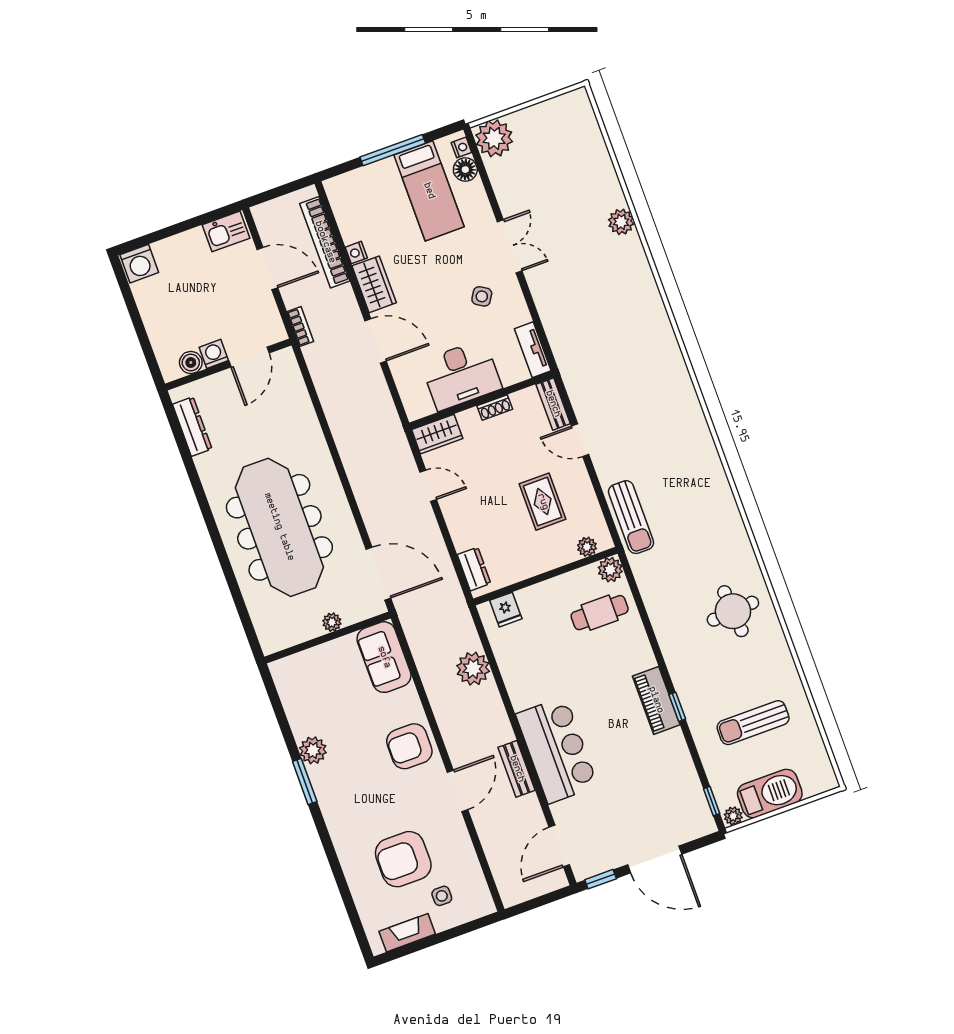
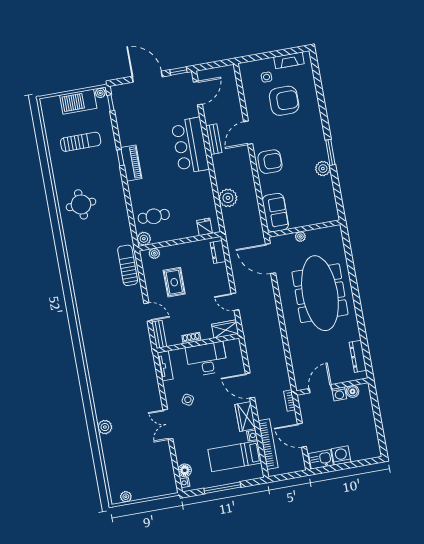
plant: (494, 138) -> (126, 497), moved, width x0.53, depth x0.53
bed: (429, 191) -> (235, 456), moved, turned -90
washing machine: (139, 264) -> (341, 455), moved

